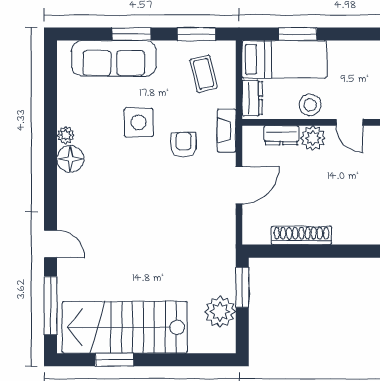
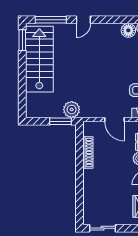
plant: (220, 312) -> (72, 109), moved
window: (114, 360) -> (22, 40), moved

